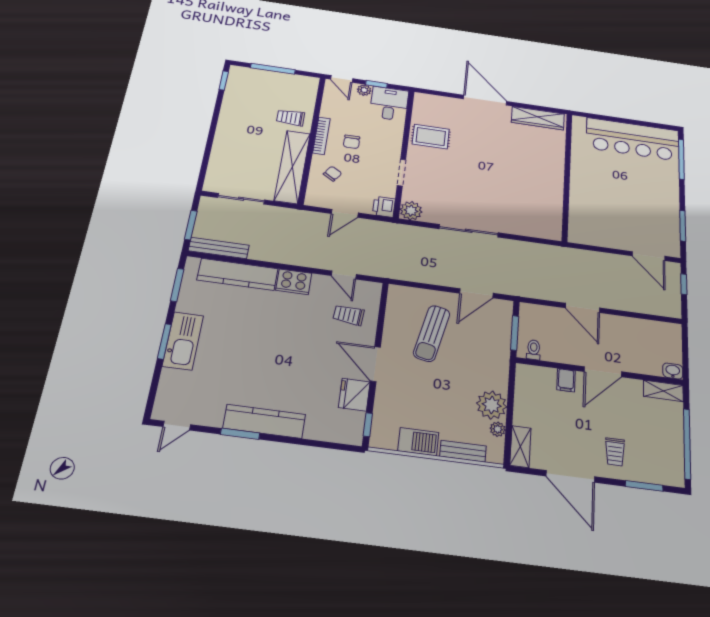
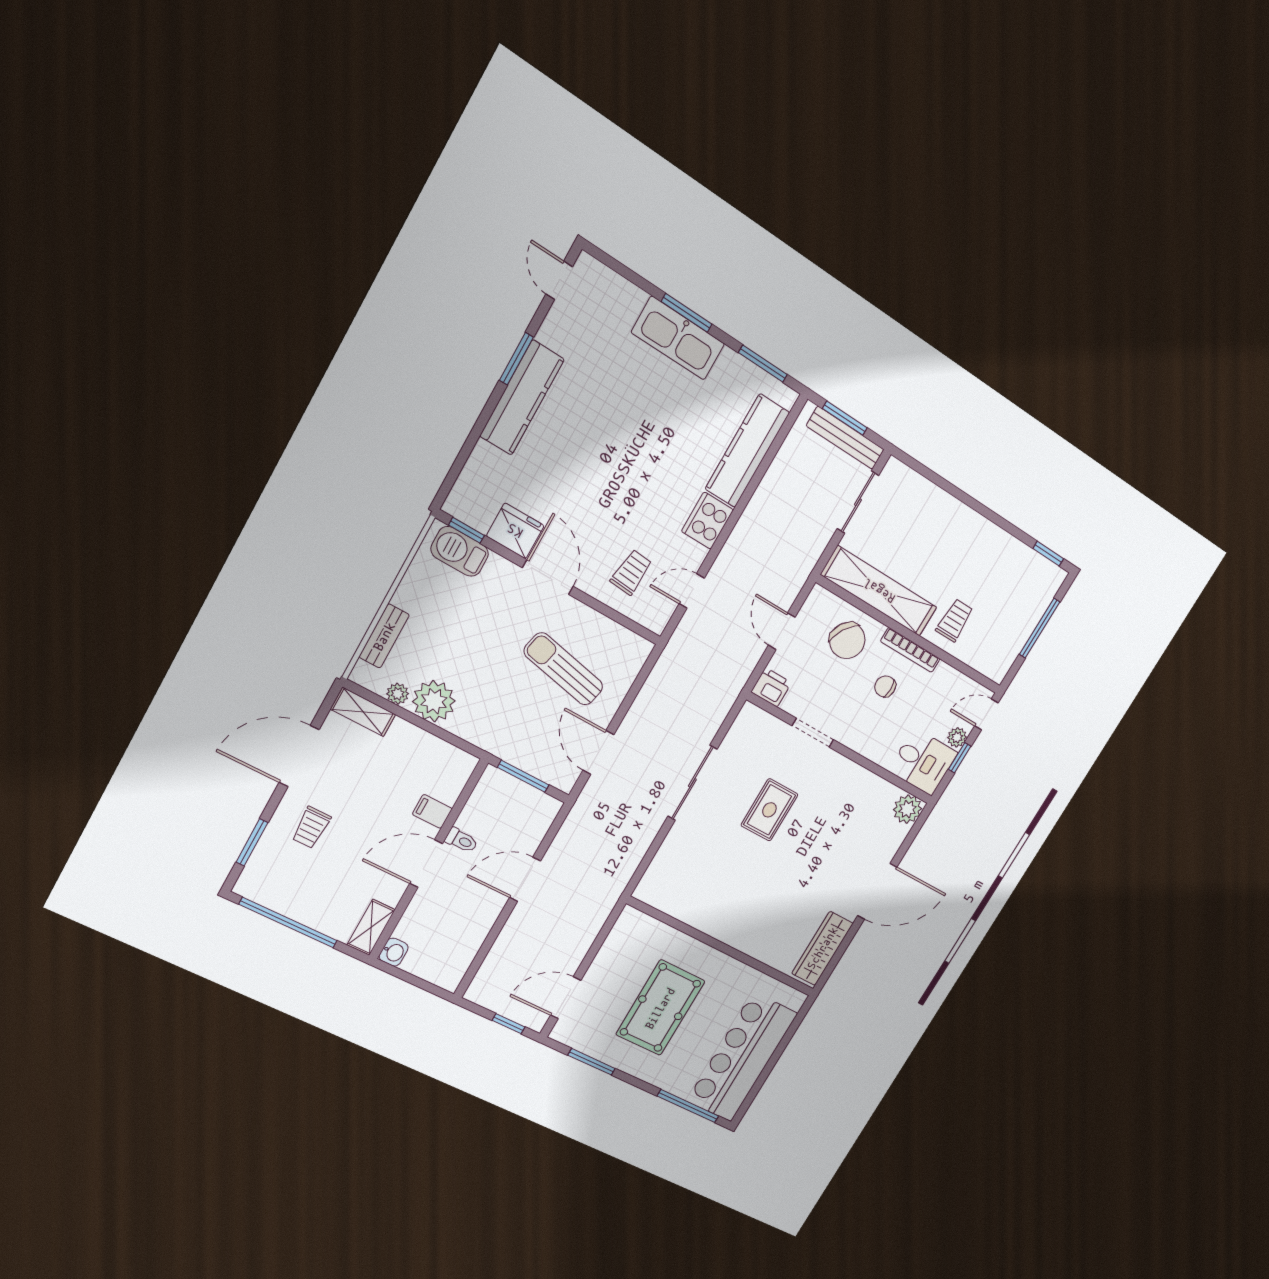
rug: (431, 137) -> (769, 810), moved
chair: (333, 174) -> (847, 640), width x1.87, depth x1.87
pool table: (625, 198) -> (660, 1008), added
plant: (411, 211) -> (907, 809), moved
bench: (219, 248) -> (845, 438), moved, turned 90
toilet: (534, 350) -> (461, 840), moved
door: (375, 364) -> (548, 577), hinge flipped
door: (603, 372) -> (426, 864), hinge flipped
barbecue: (418, 442) -> (460, 551), moved, turned 90
trolley: (615, 452) -> (311, 827), turned -90

